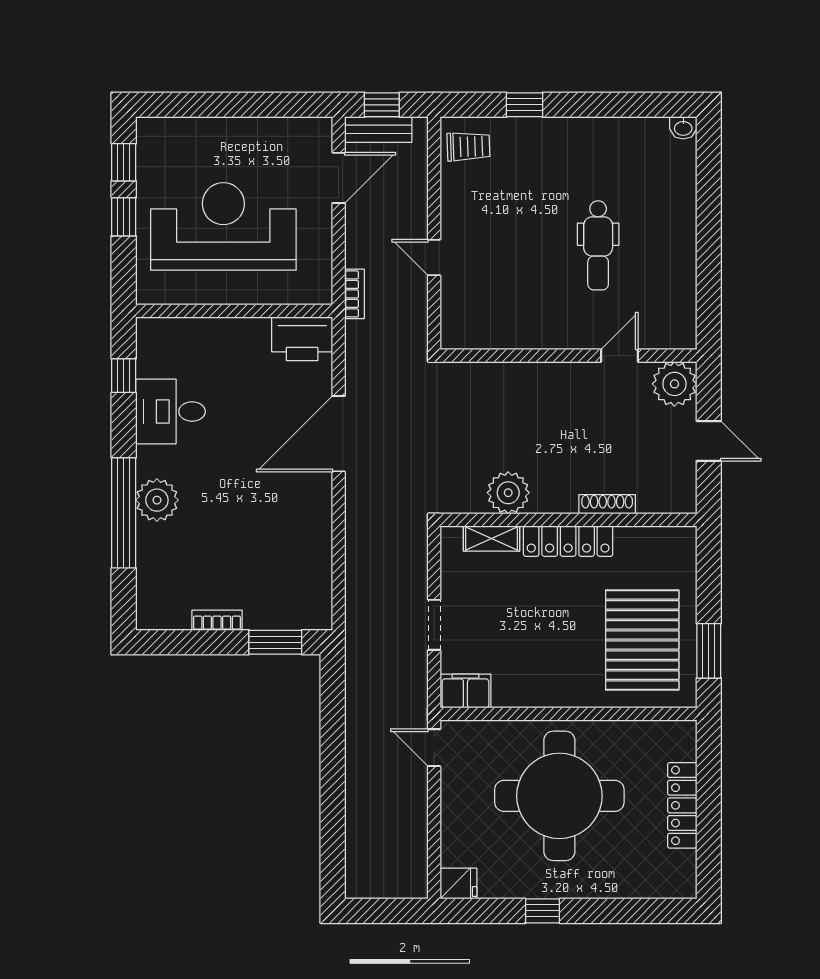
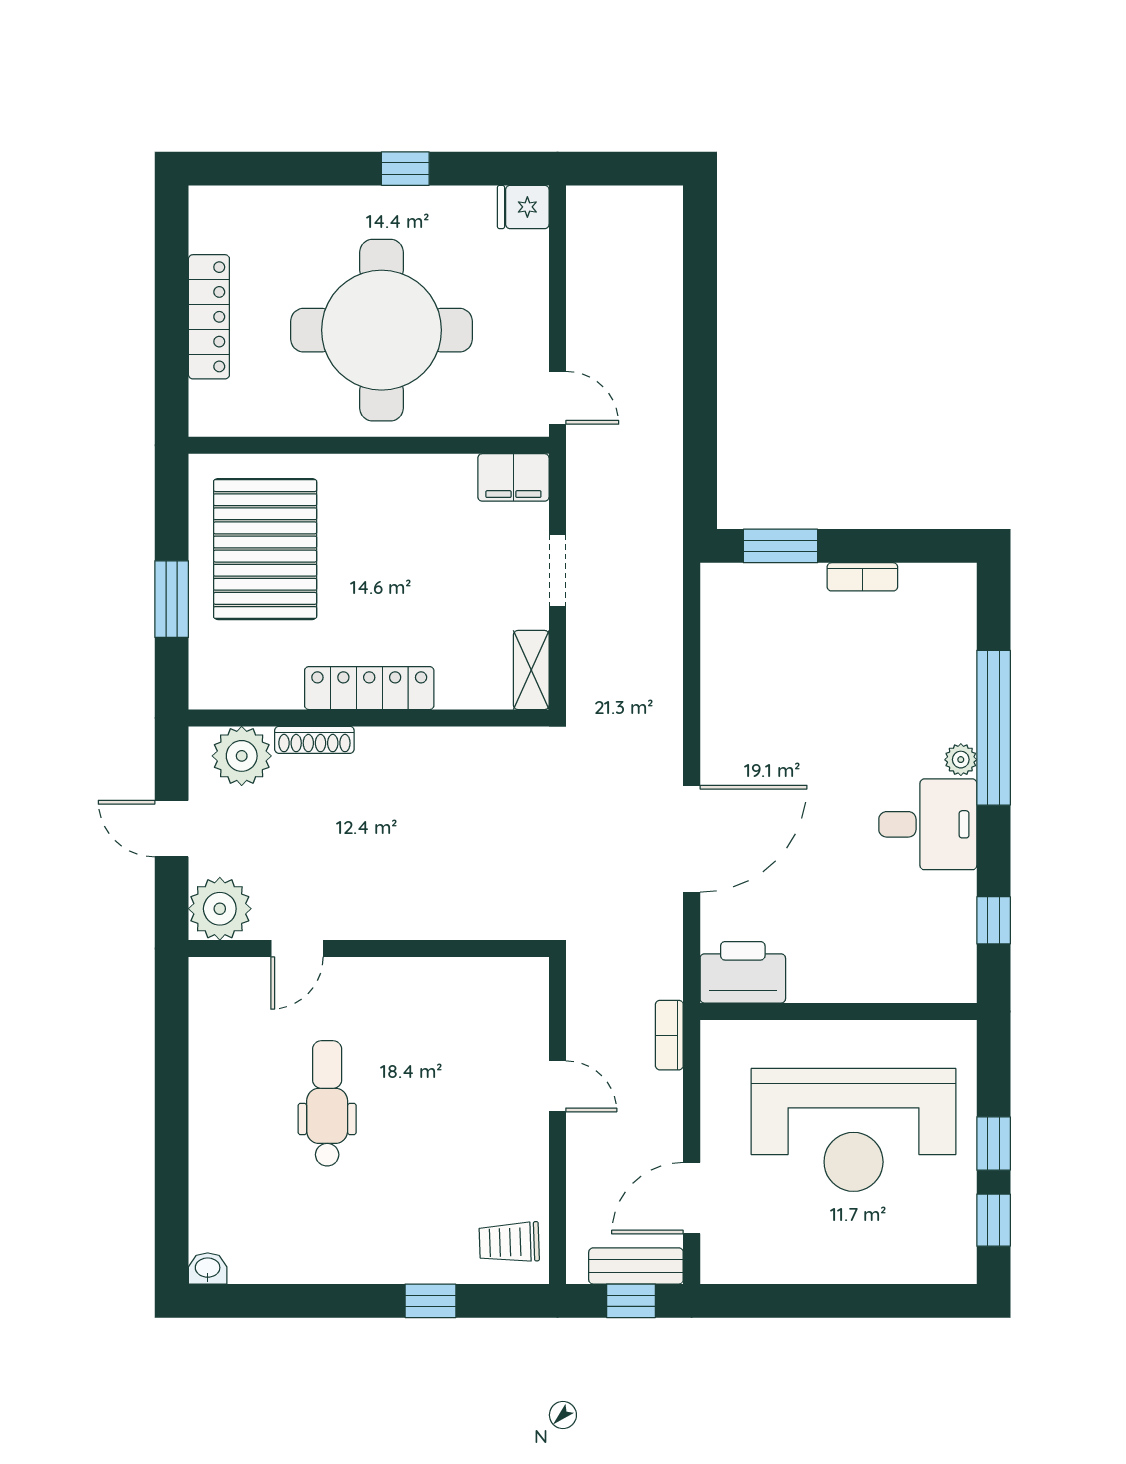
desk: (170, 412) -> (928, 824), moved
plant: (508, 493) -> (242, 756), moved
plant: (157, 500) -> (961, 760), width x0.53, depth x0.53
shelving: (492, 538) -> (531, 670), moved, turned 90
window: (709, 651) -> (172, 599), moved

